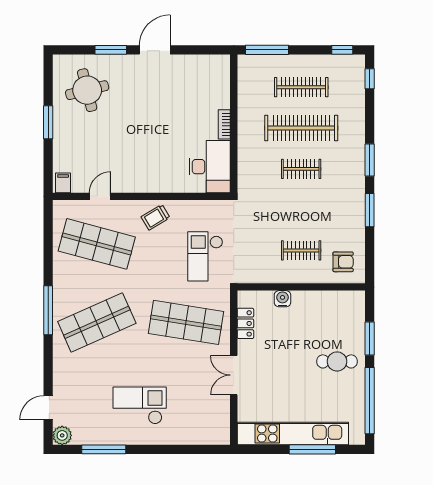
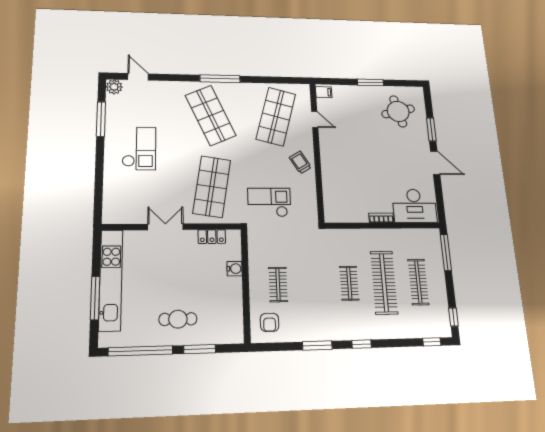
window: (370, 160) -> (362, 344), width x0.67
desk: (210, 167) -> (414, 206), moved
cafe table: (337, 361) -> (178, 319), turned 90

